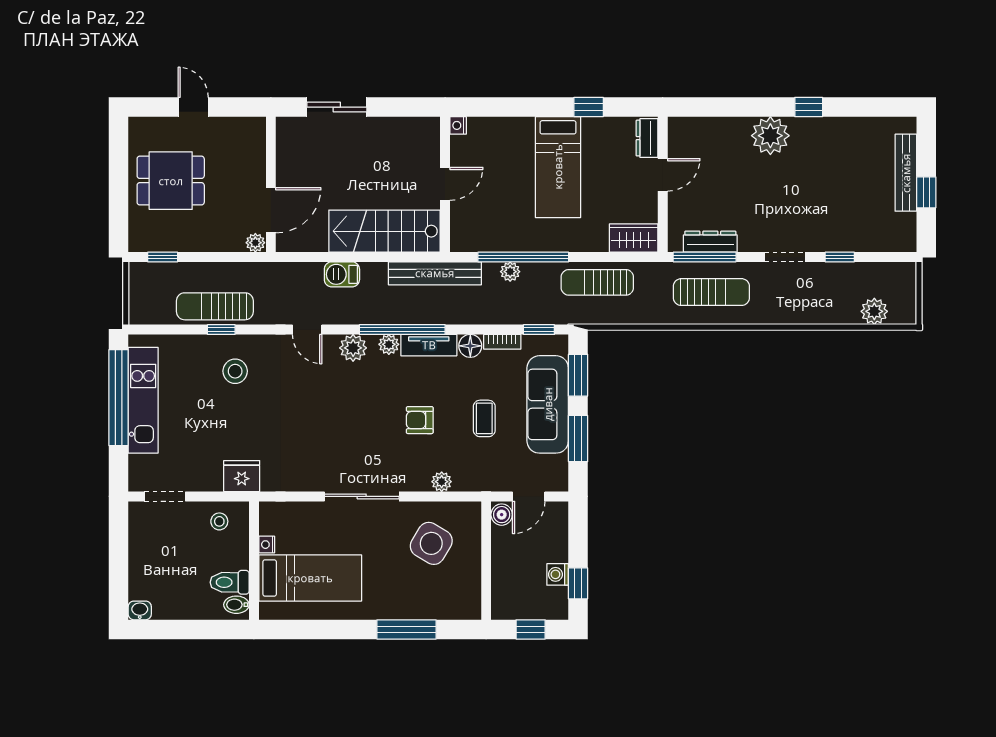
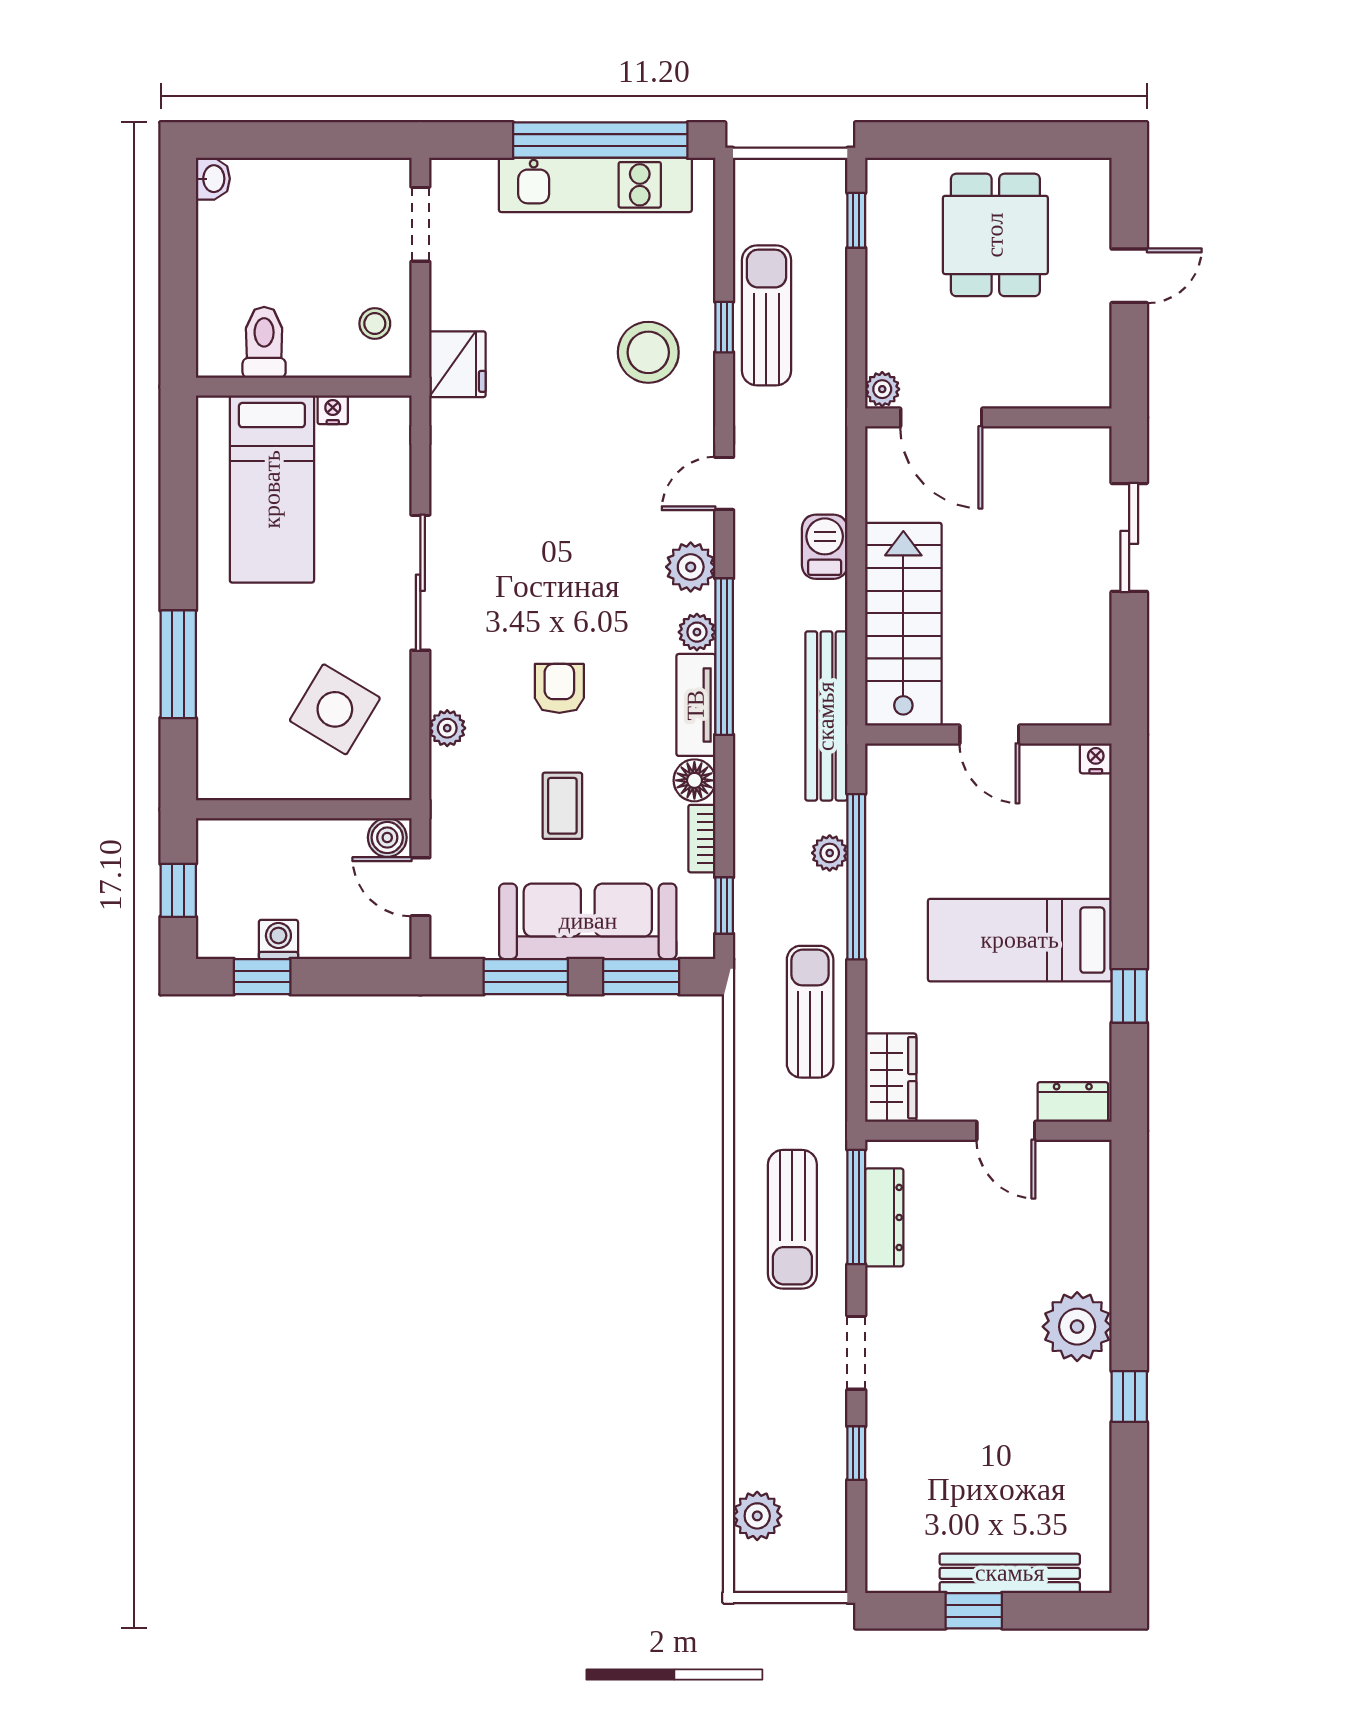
stool: (235, 371) -> (648, 352), width x1.38, depth x1.38
coffee table: (484, 418) -> (562, 806), turned 90
bidet: (236, 605) -> (223, 355), removed

